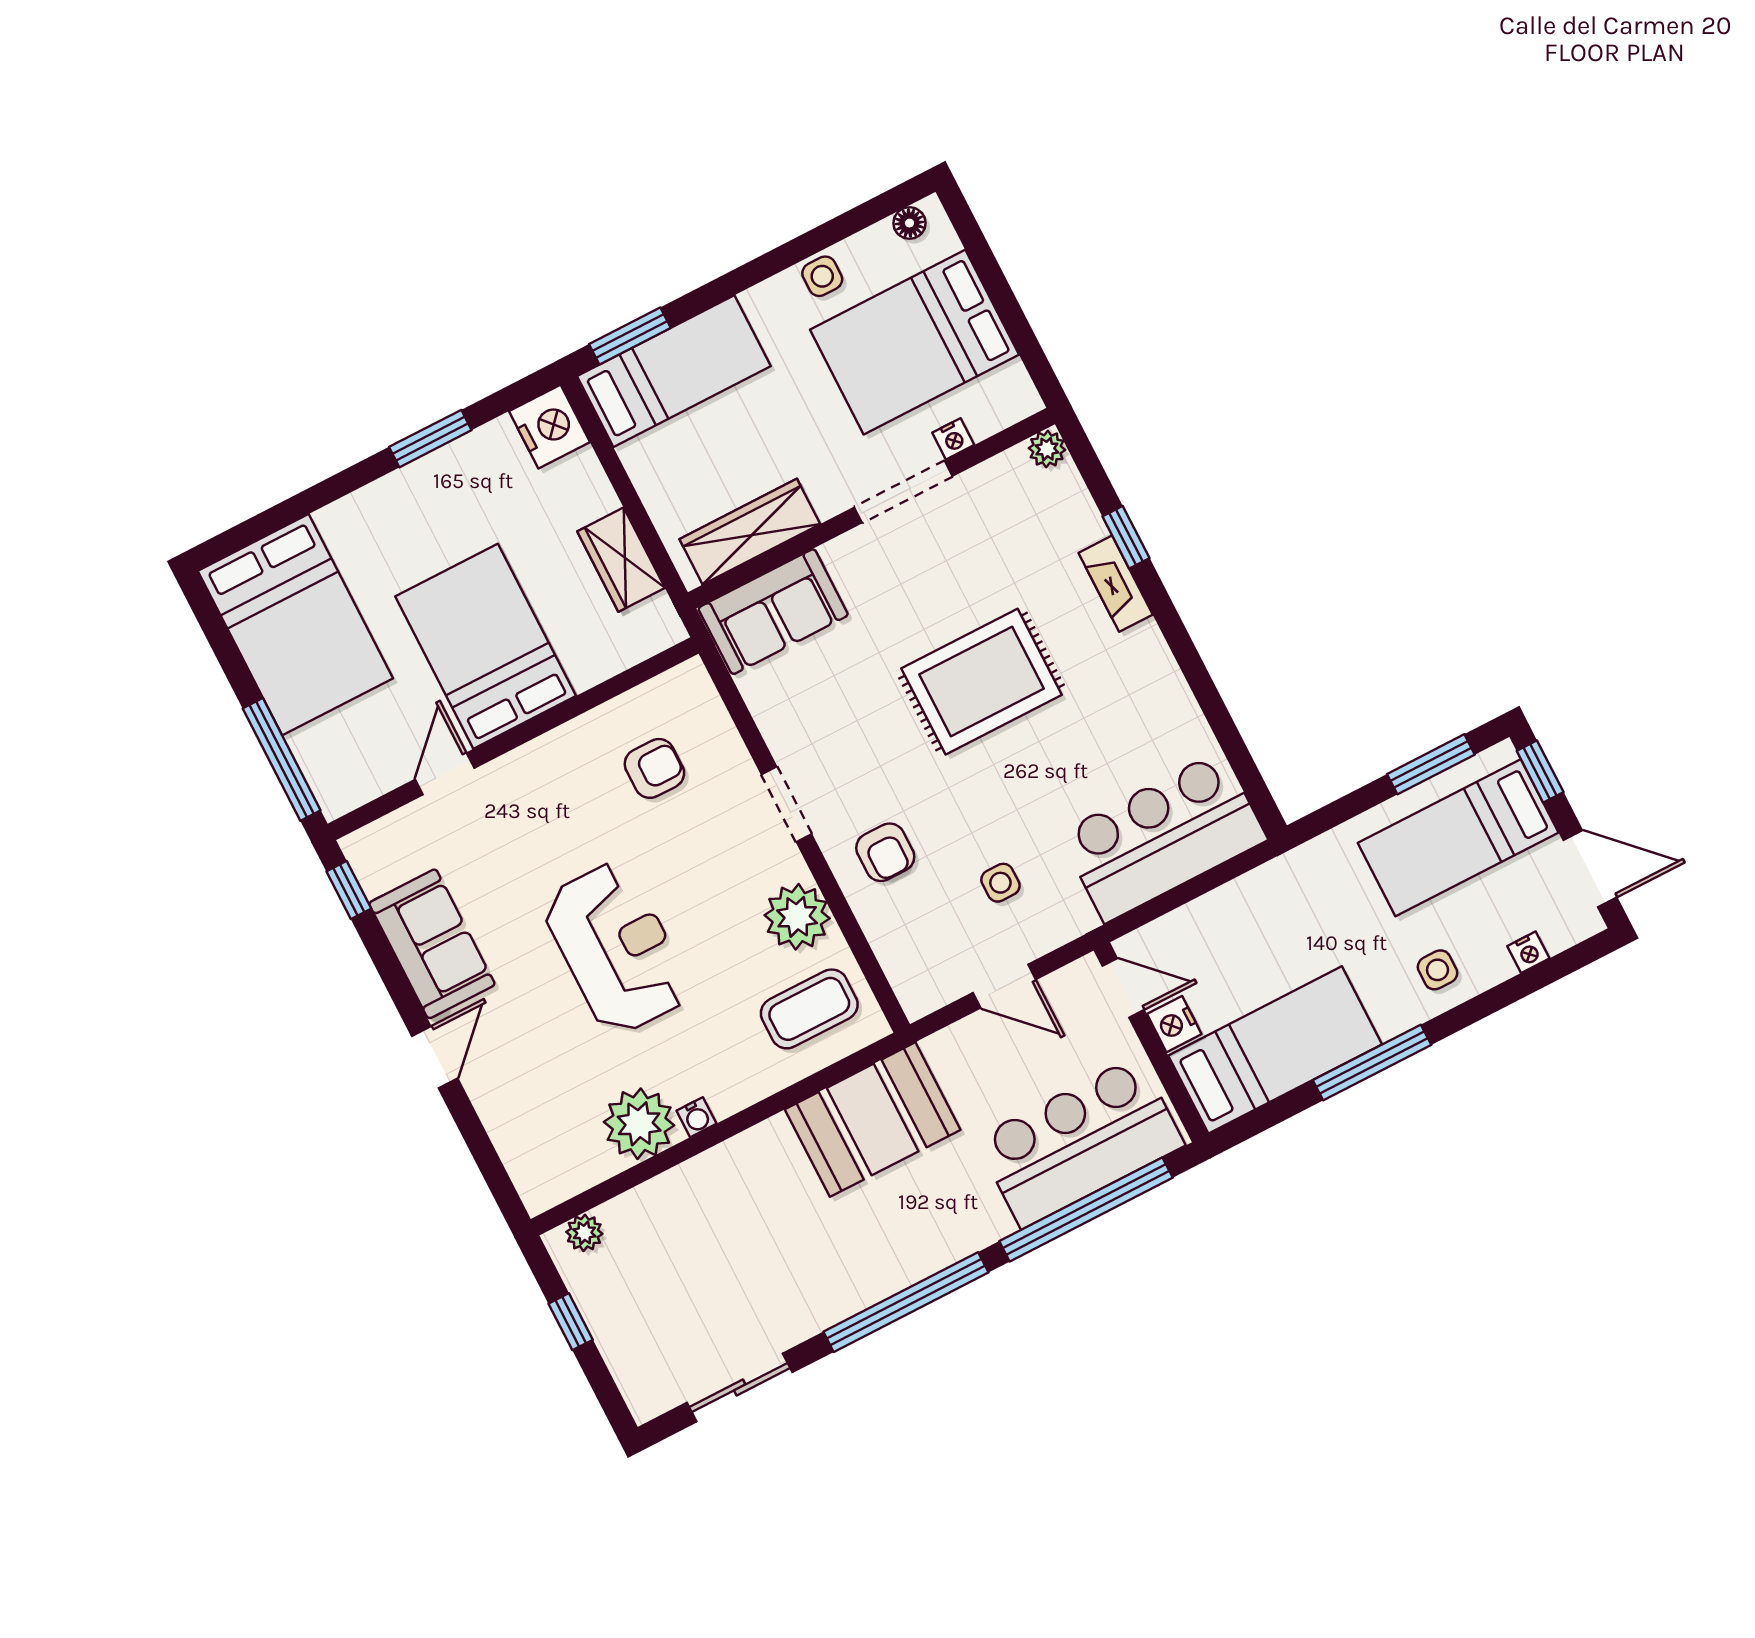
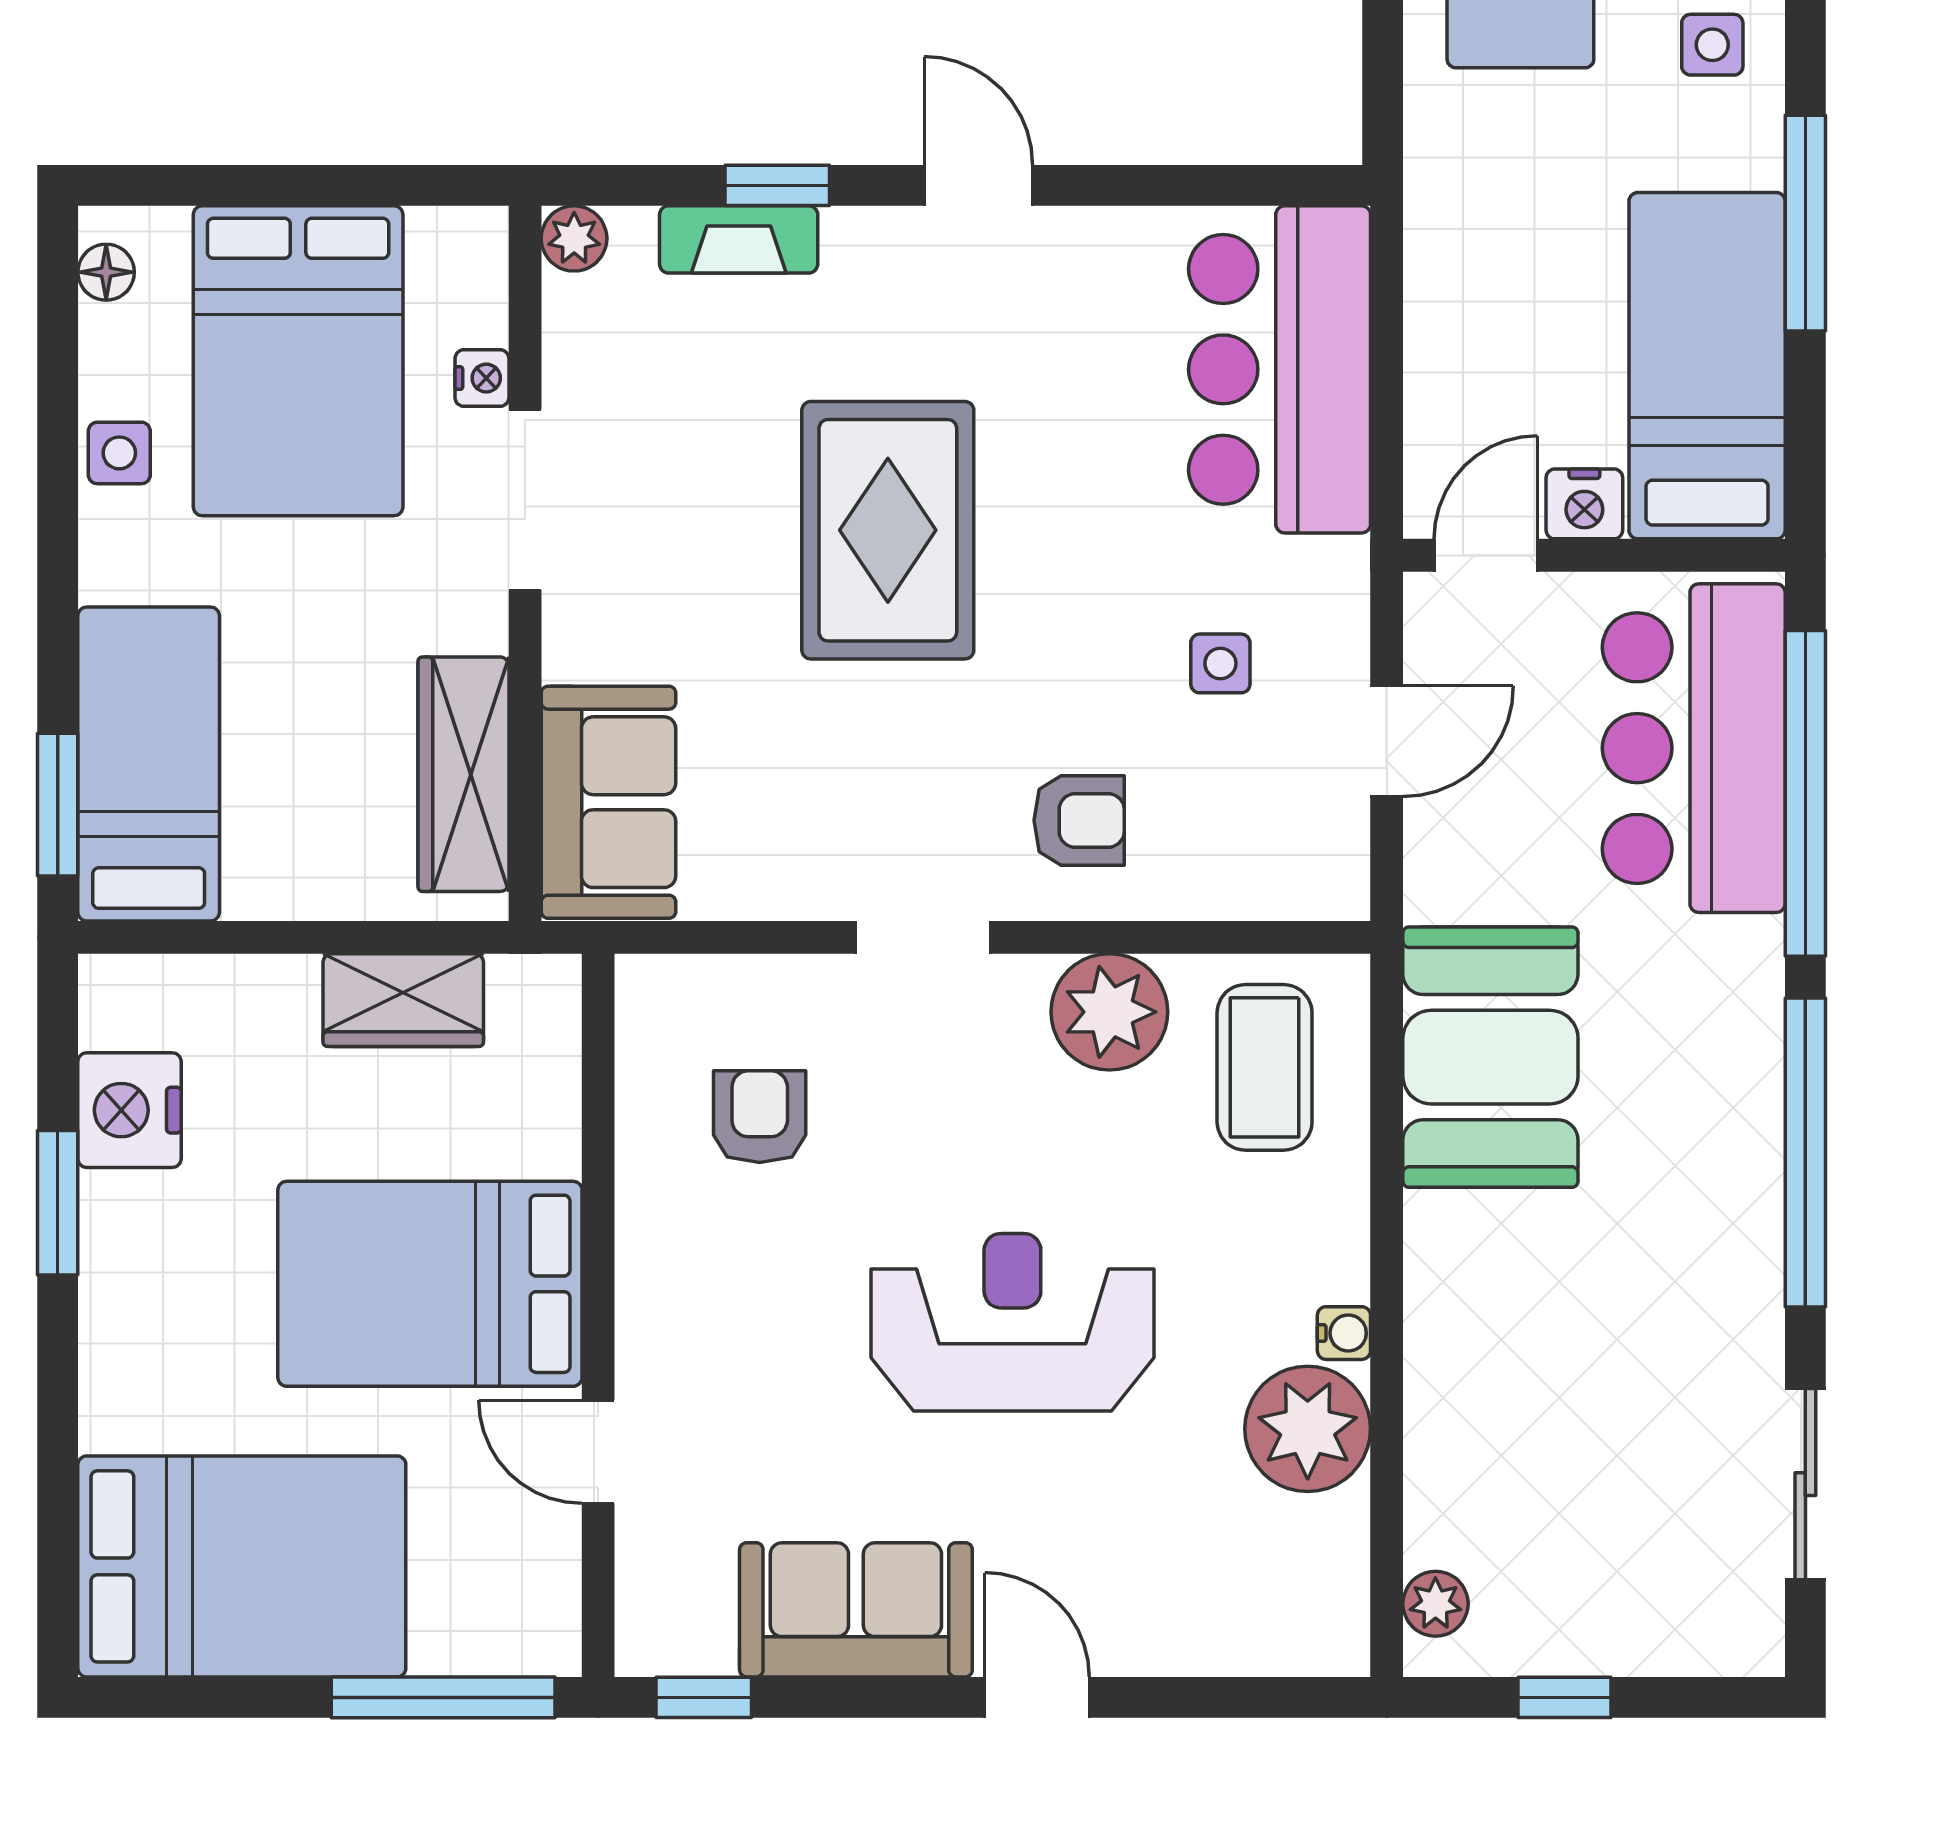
nightstand: (549, 427) -> (129, 1110), moved, turned -90
fireplace: (1116, 584) -> (739, 239), moved
door: (1178, 638) -> (978, 185), added

